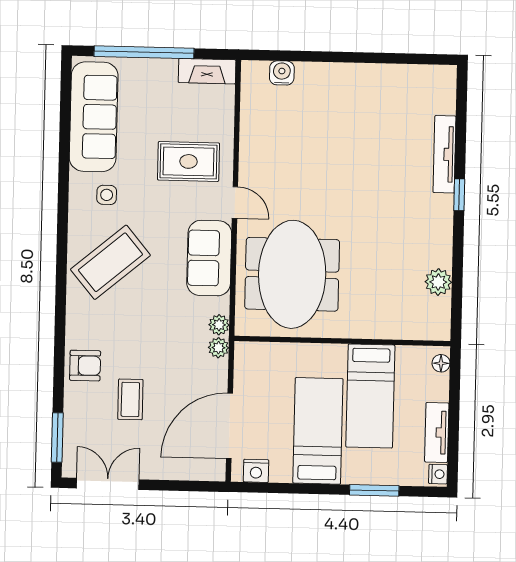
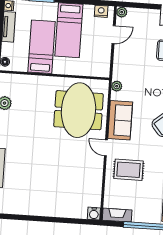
water cooler: (282, 73) -> (94, 214), moved
plant: (218, 348) -> (122, 12), moved
door: (230, 426) -> (114, 35), width x0.53

